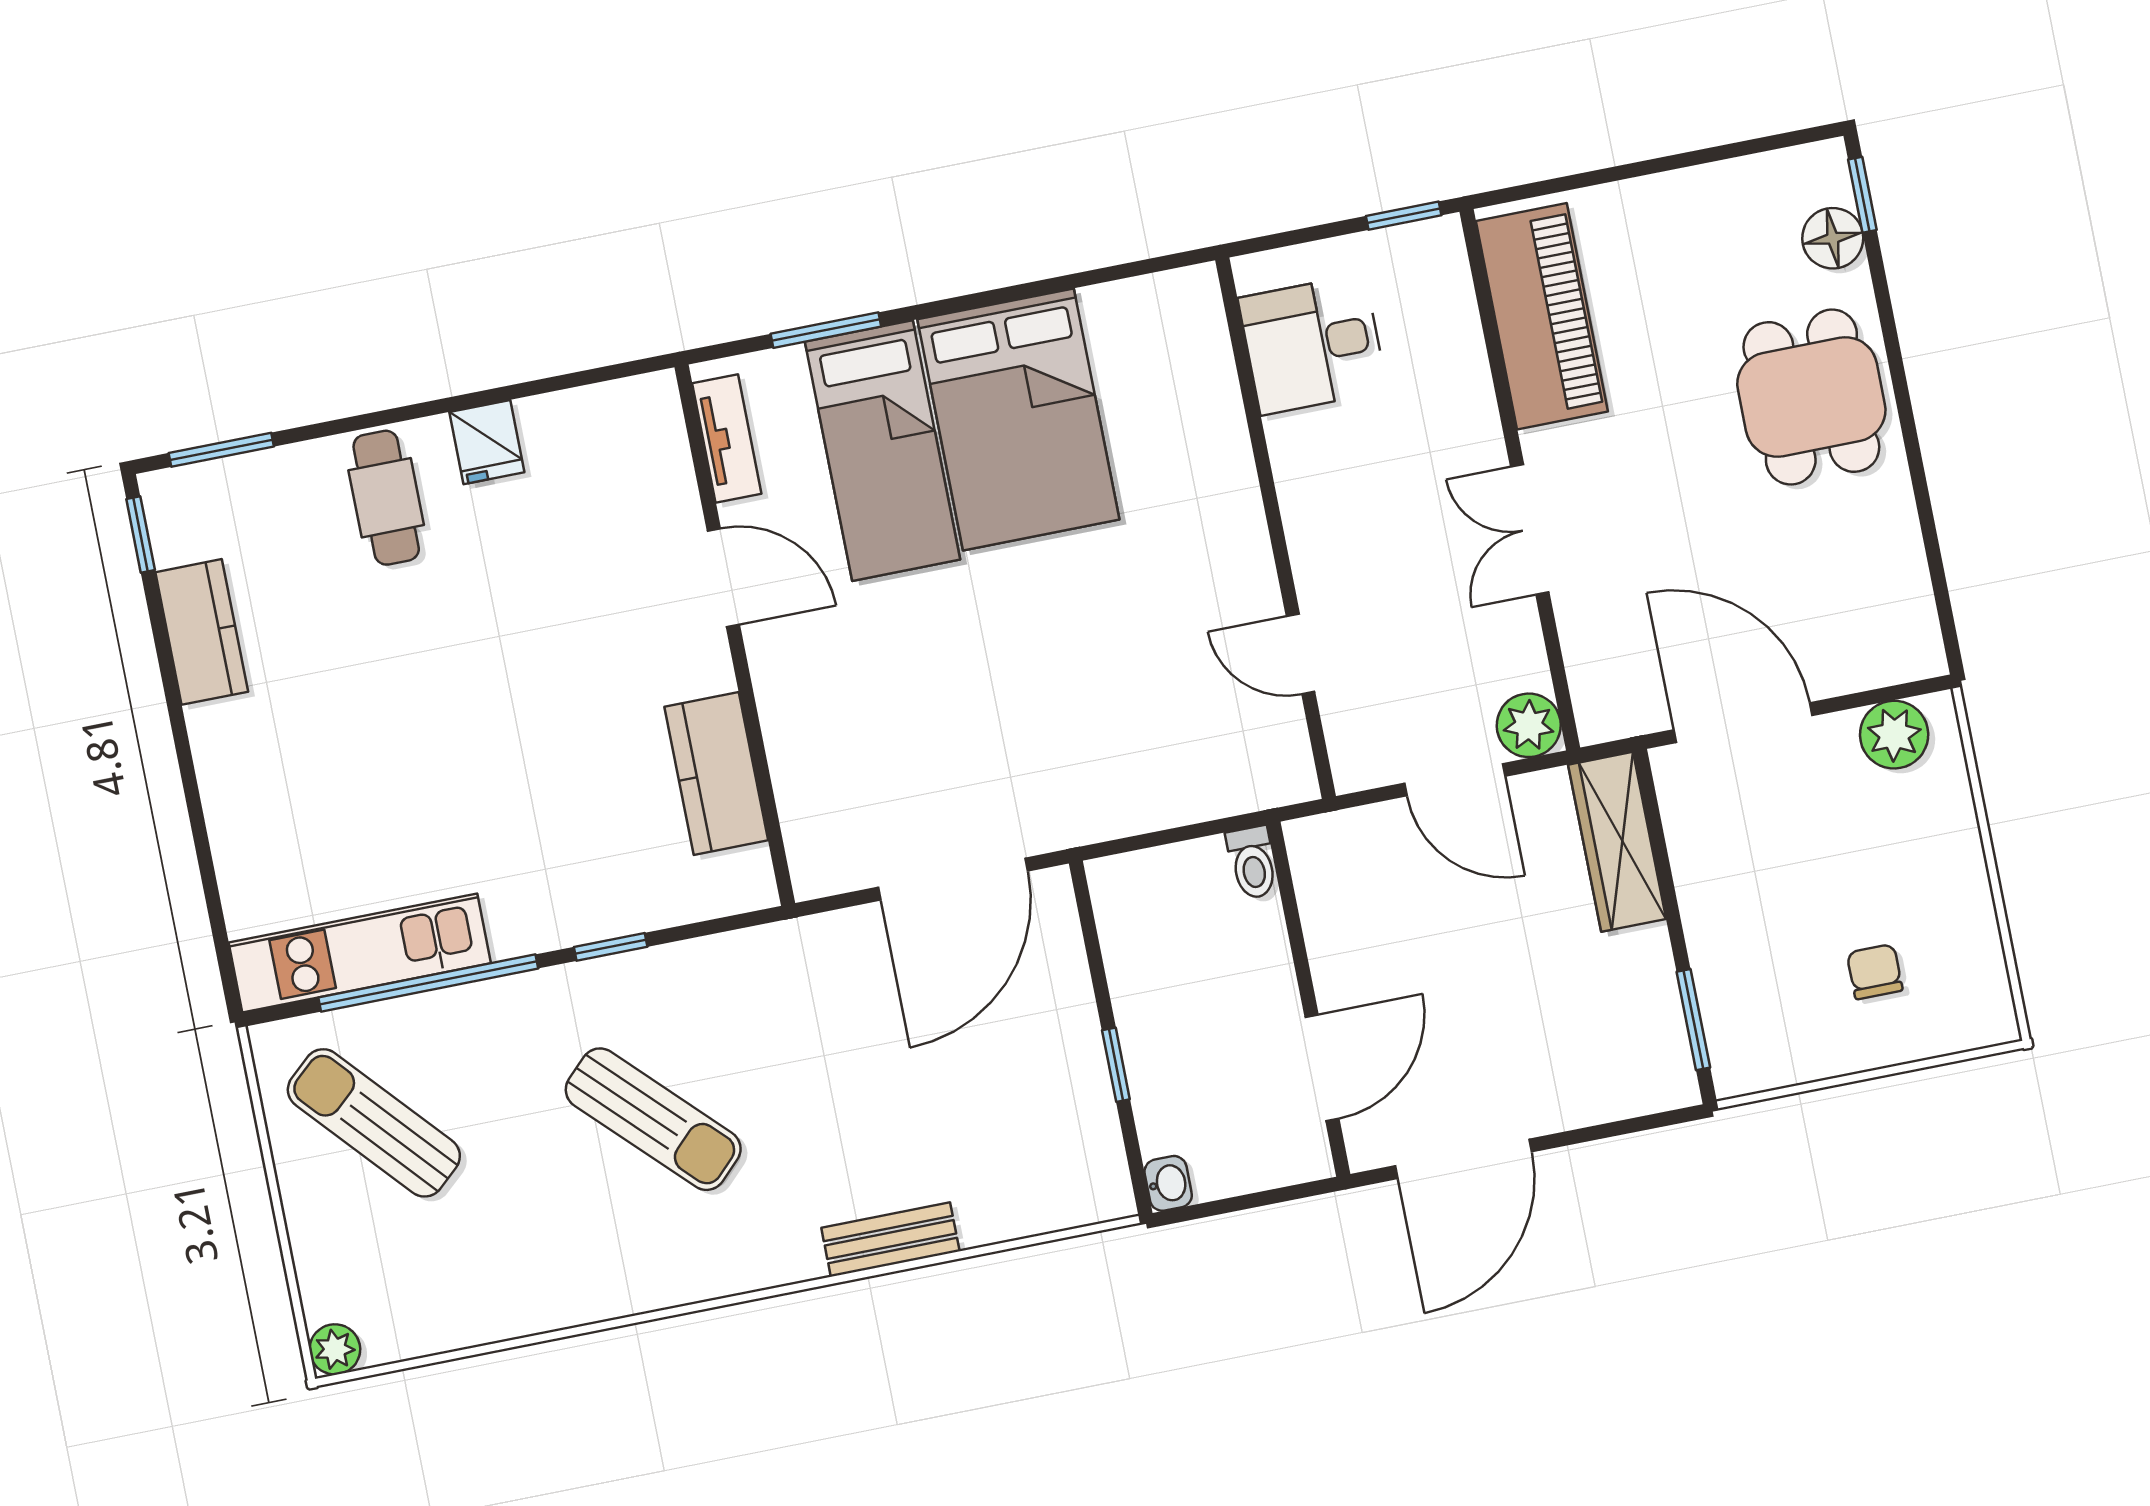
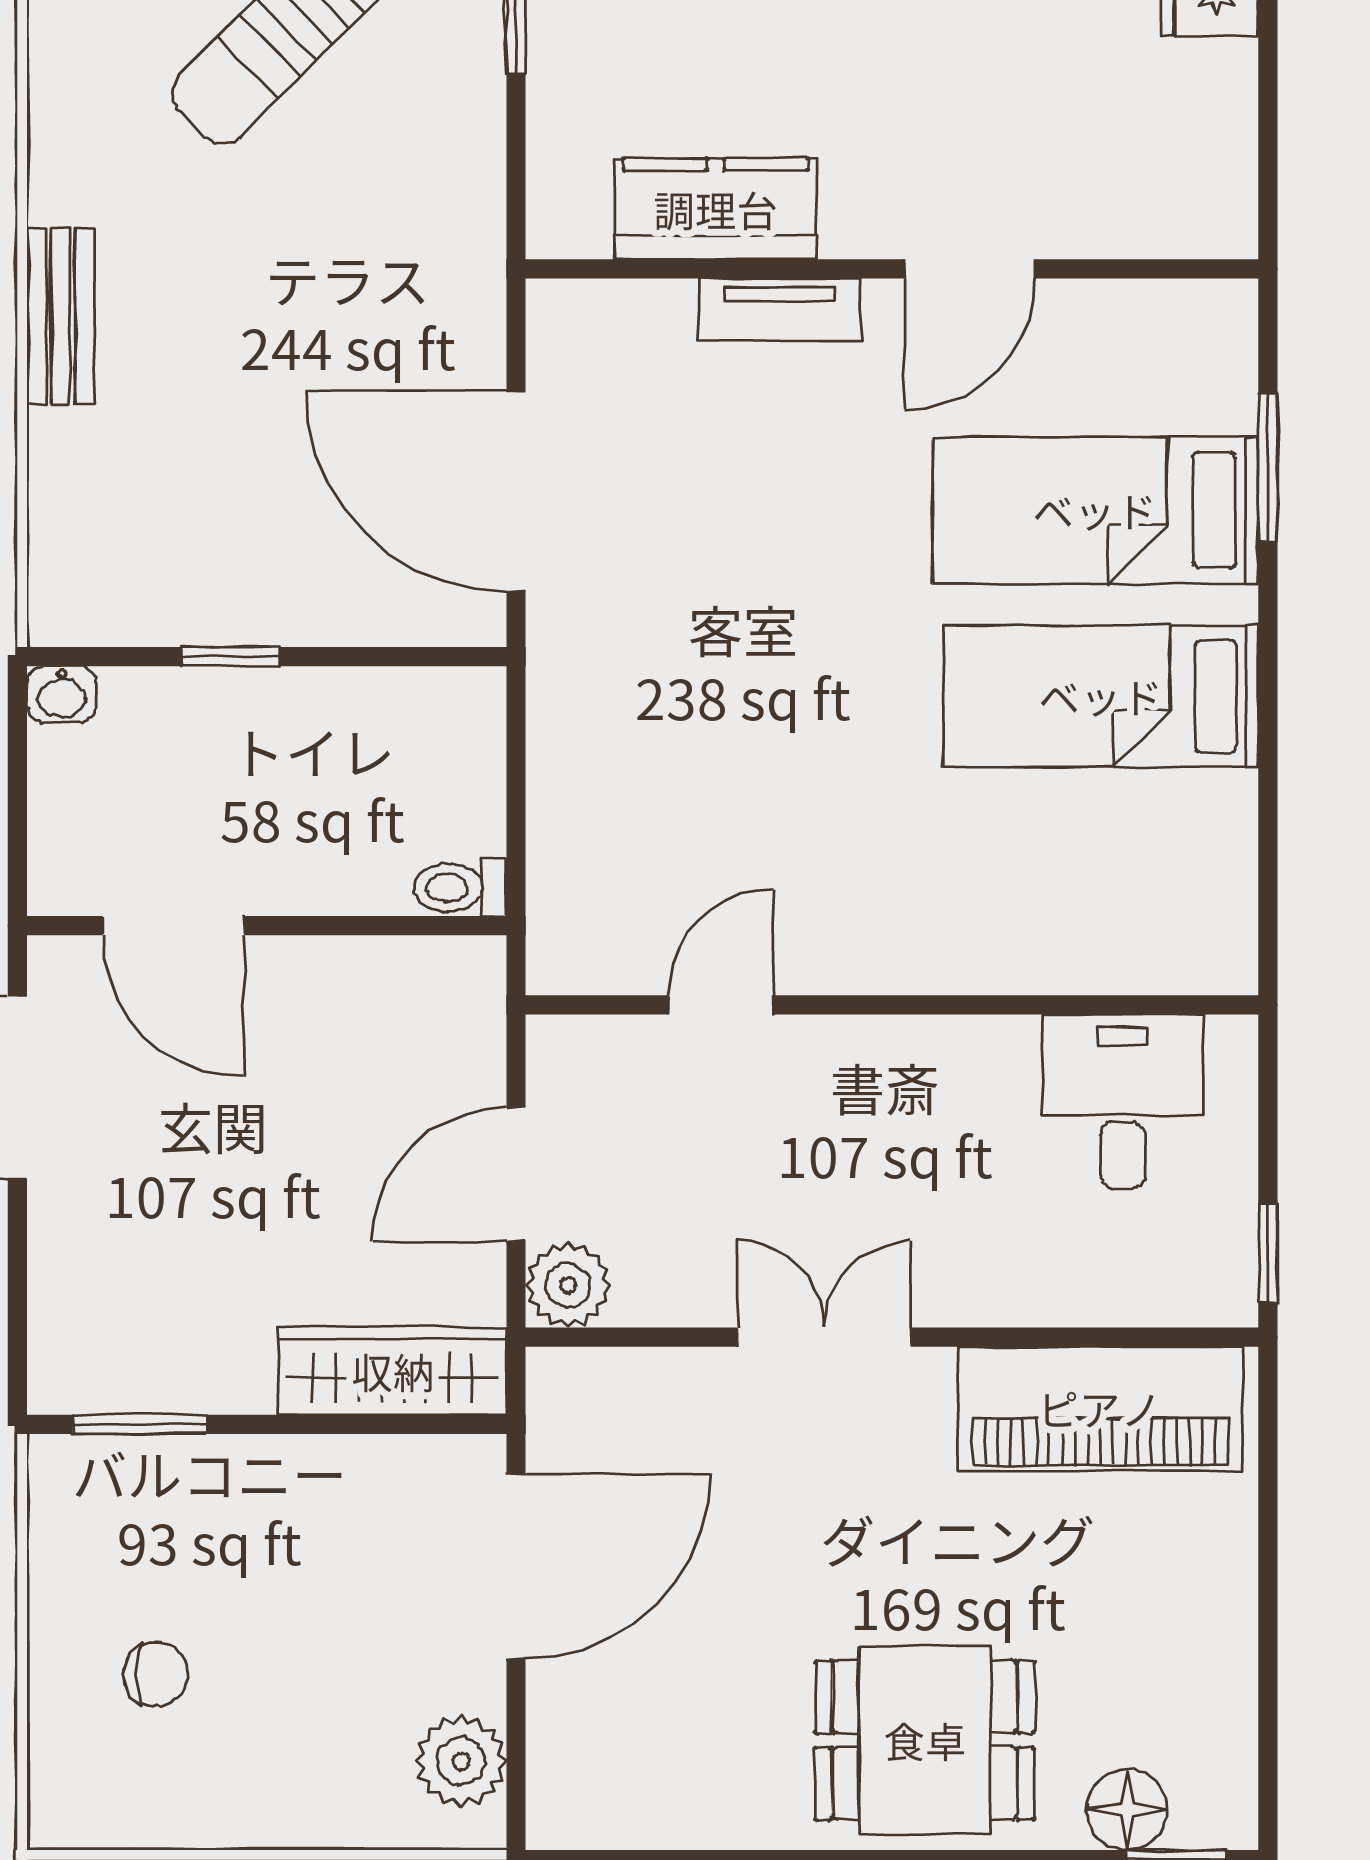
bed: (1018, 419) -> (1101, 696), width x0.67
tv unit: (727, 438) -> (780, 310), moved

